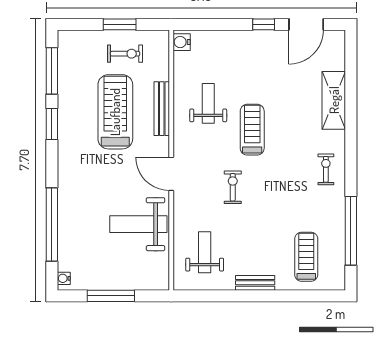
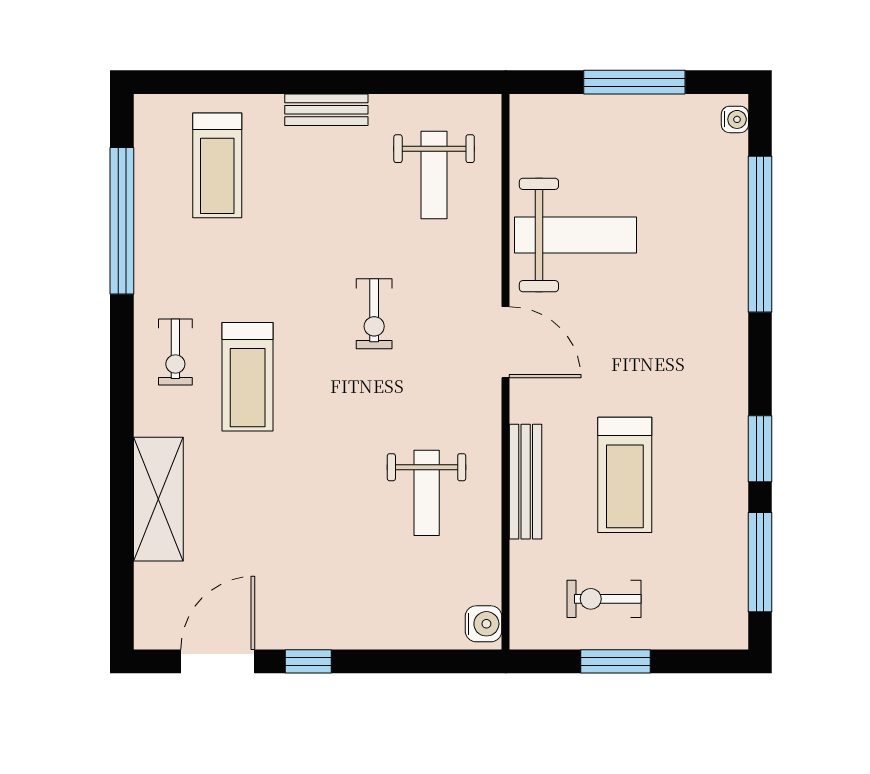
treadmill: (115, 112) -> (625, 475), width x0.73, depth x0.73
treadmill: (252, 130) -> (248, 377), moved

